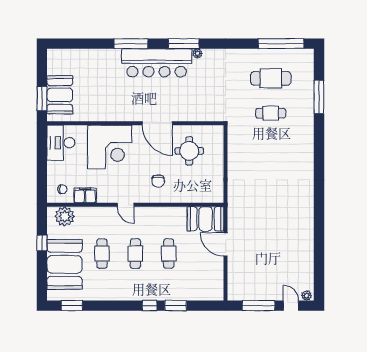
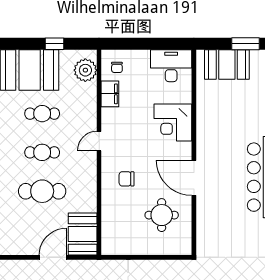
window: (42, 99) -> (245, 44), moved
door: (157, 123) -> (194, 178), hinge flipped
corner desk: (110, 147) -> (173, 122), width x0.74, depth x0.74
cafe table: (169, 254) -> (42, 191), width x1.37, depth x1.35

